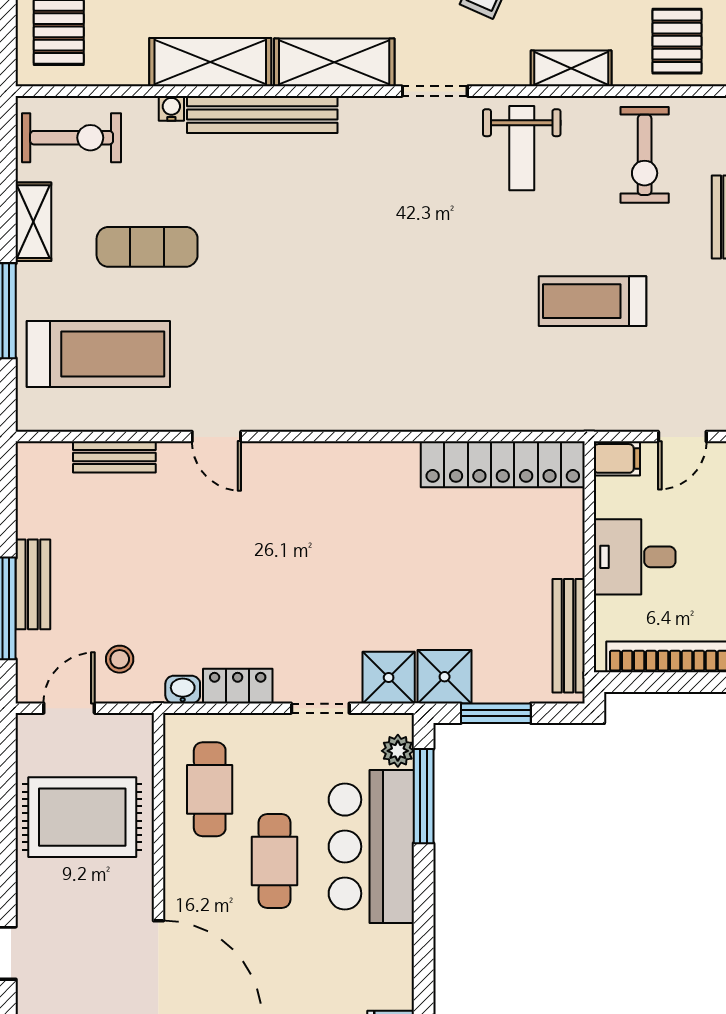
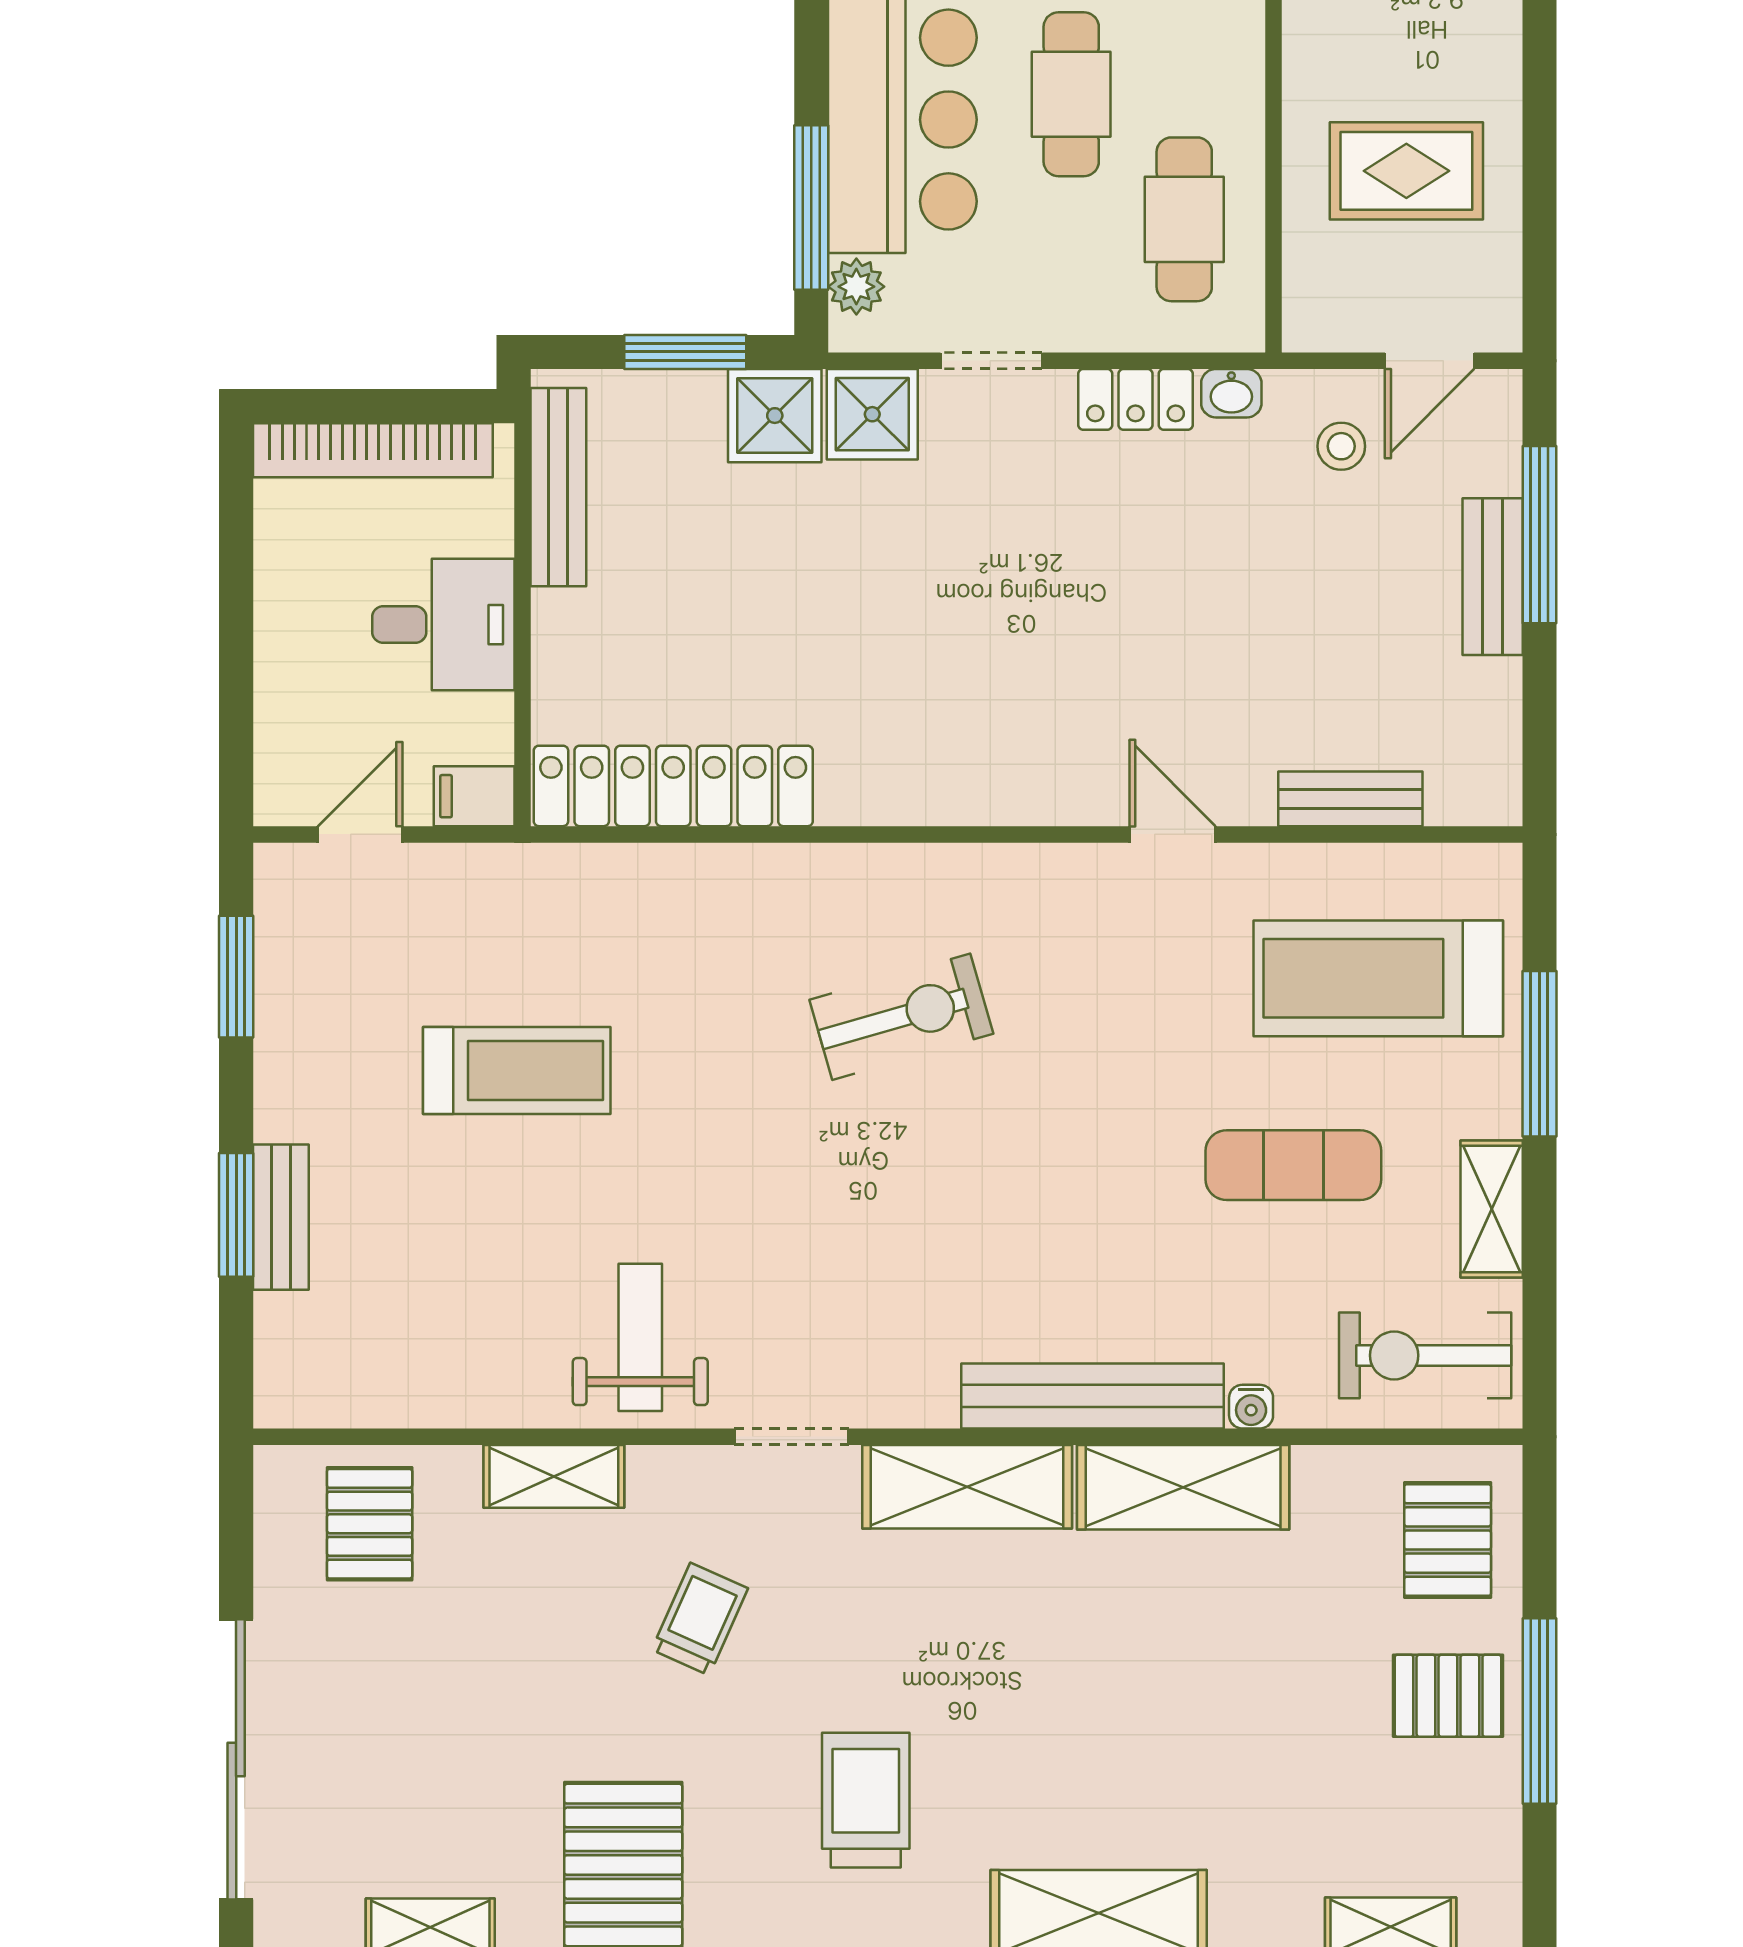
exercise bike: (645, 155) -> (901, 1017), moved, turned 74
rug: (82, 817) -> (1406, 171), width x0.73, depth x0.70

